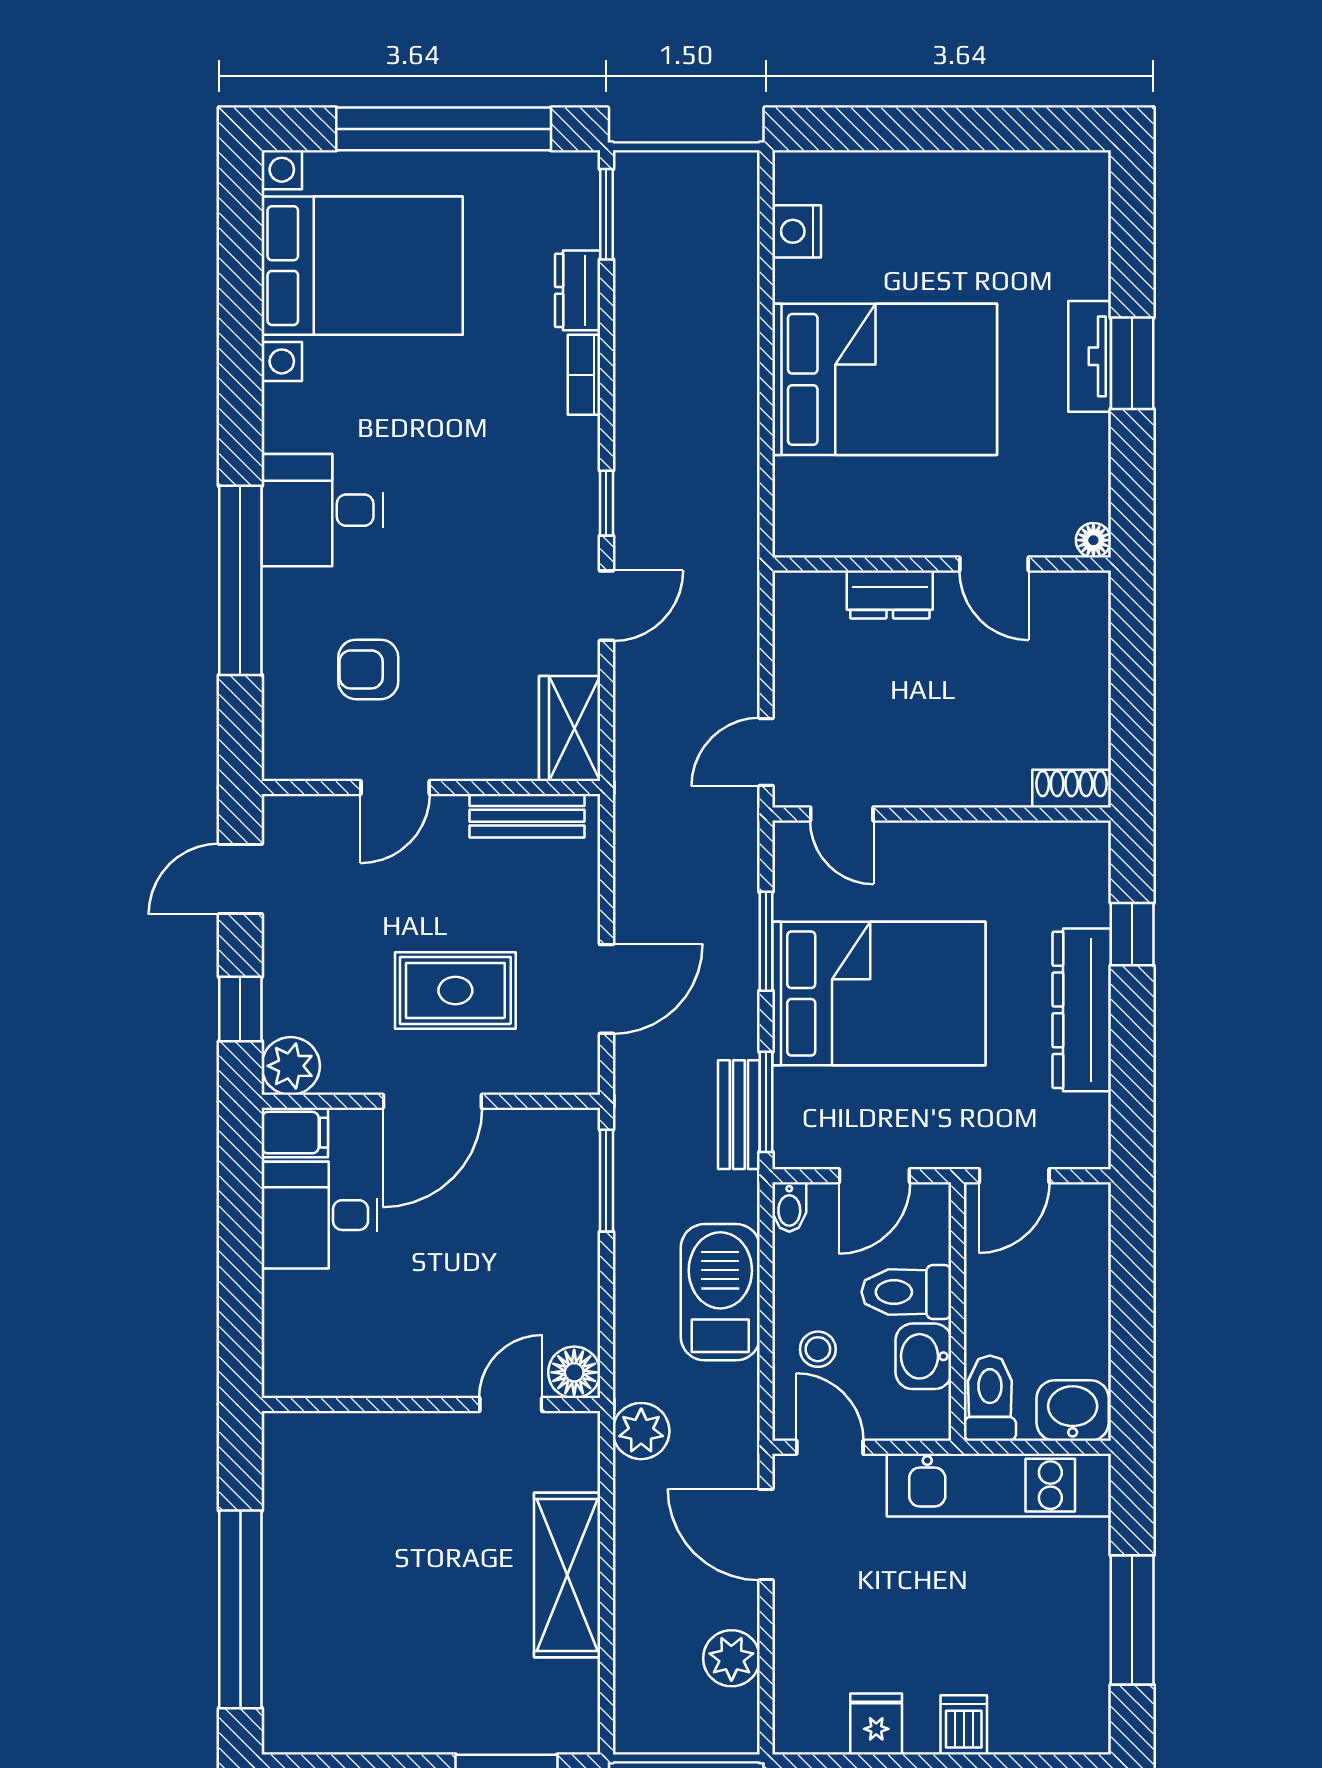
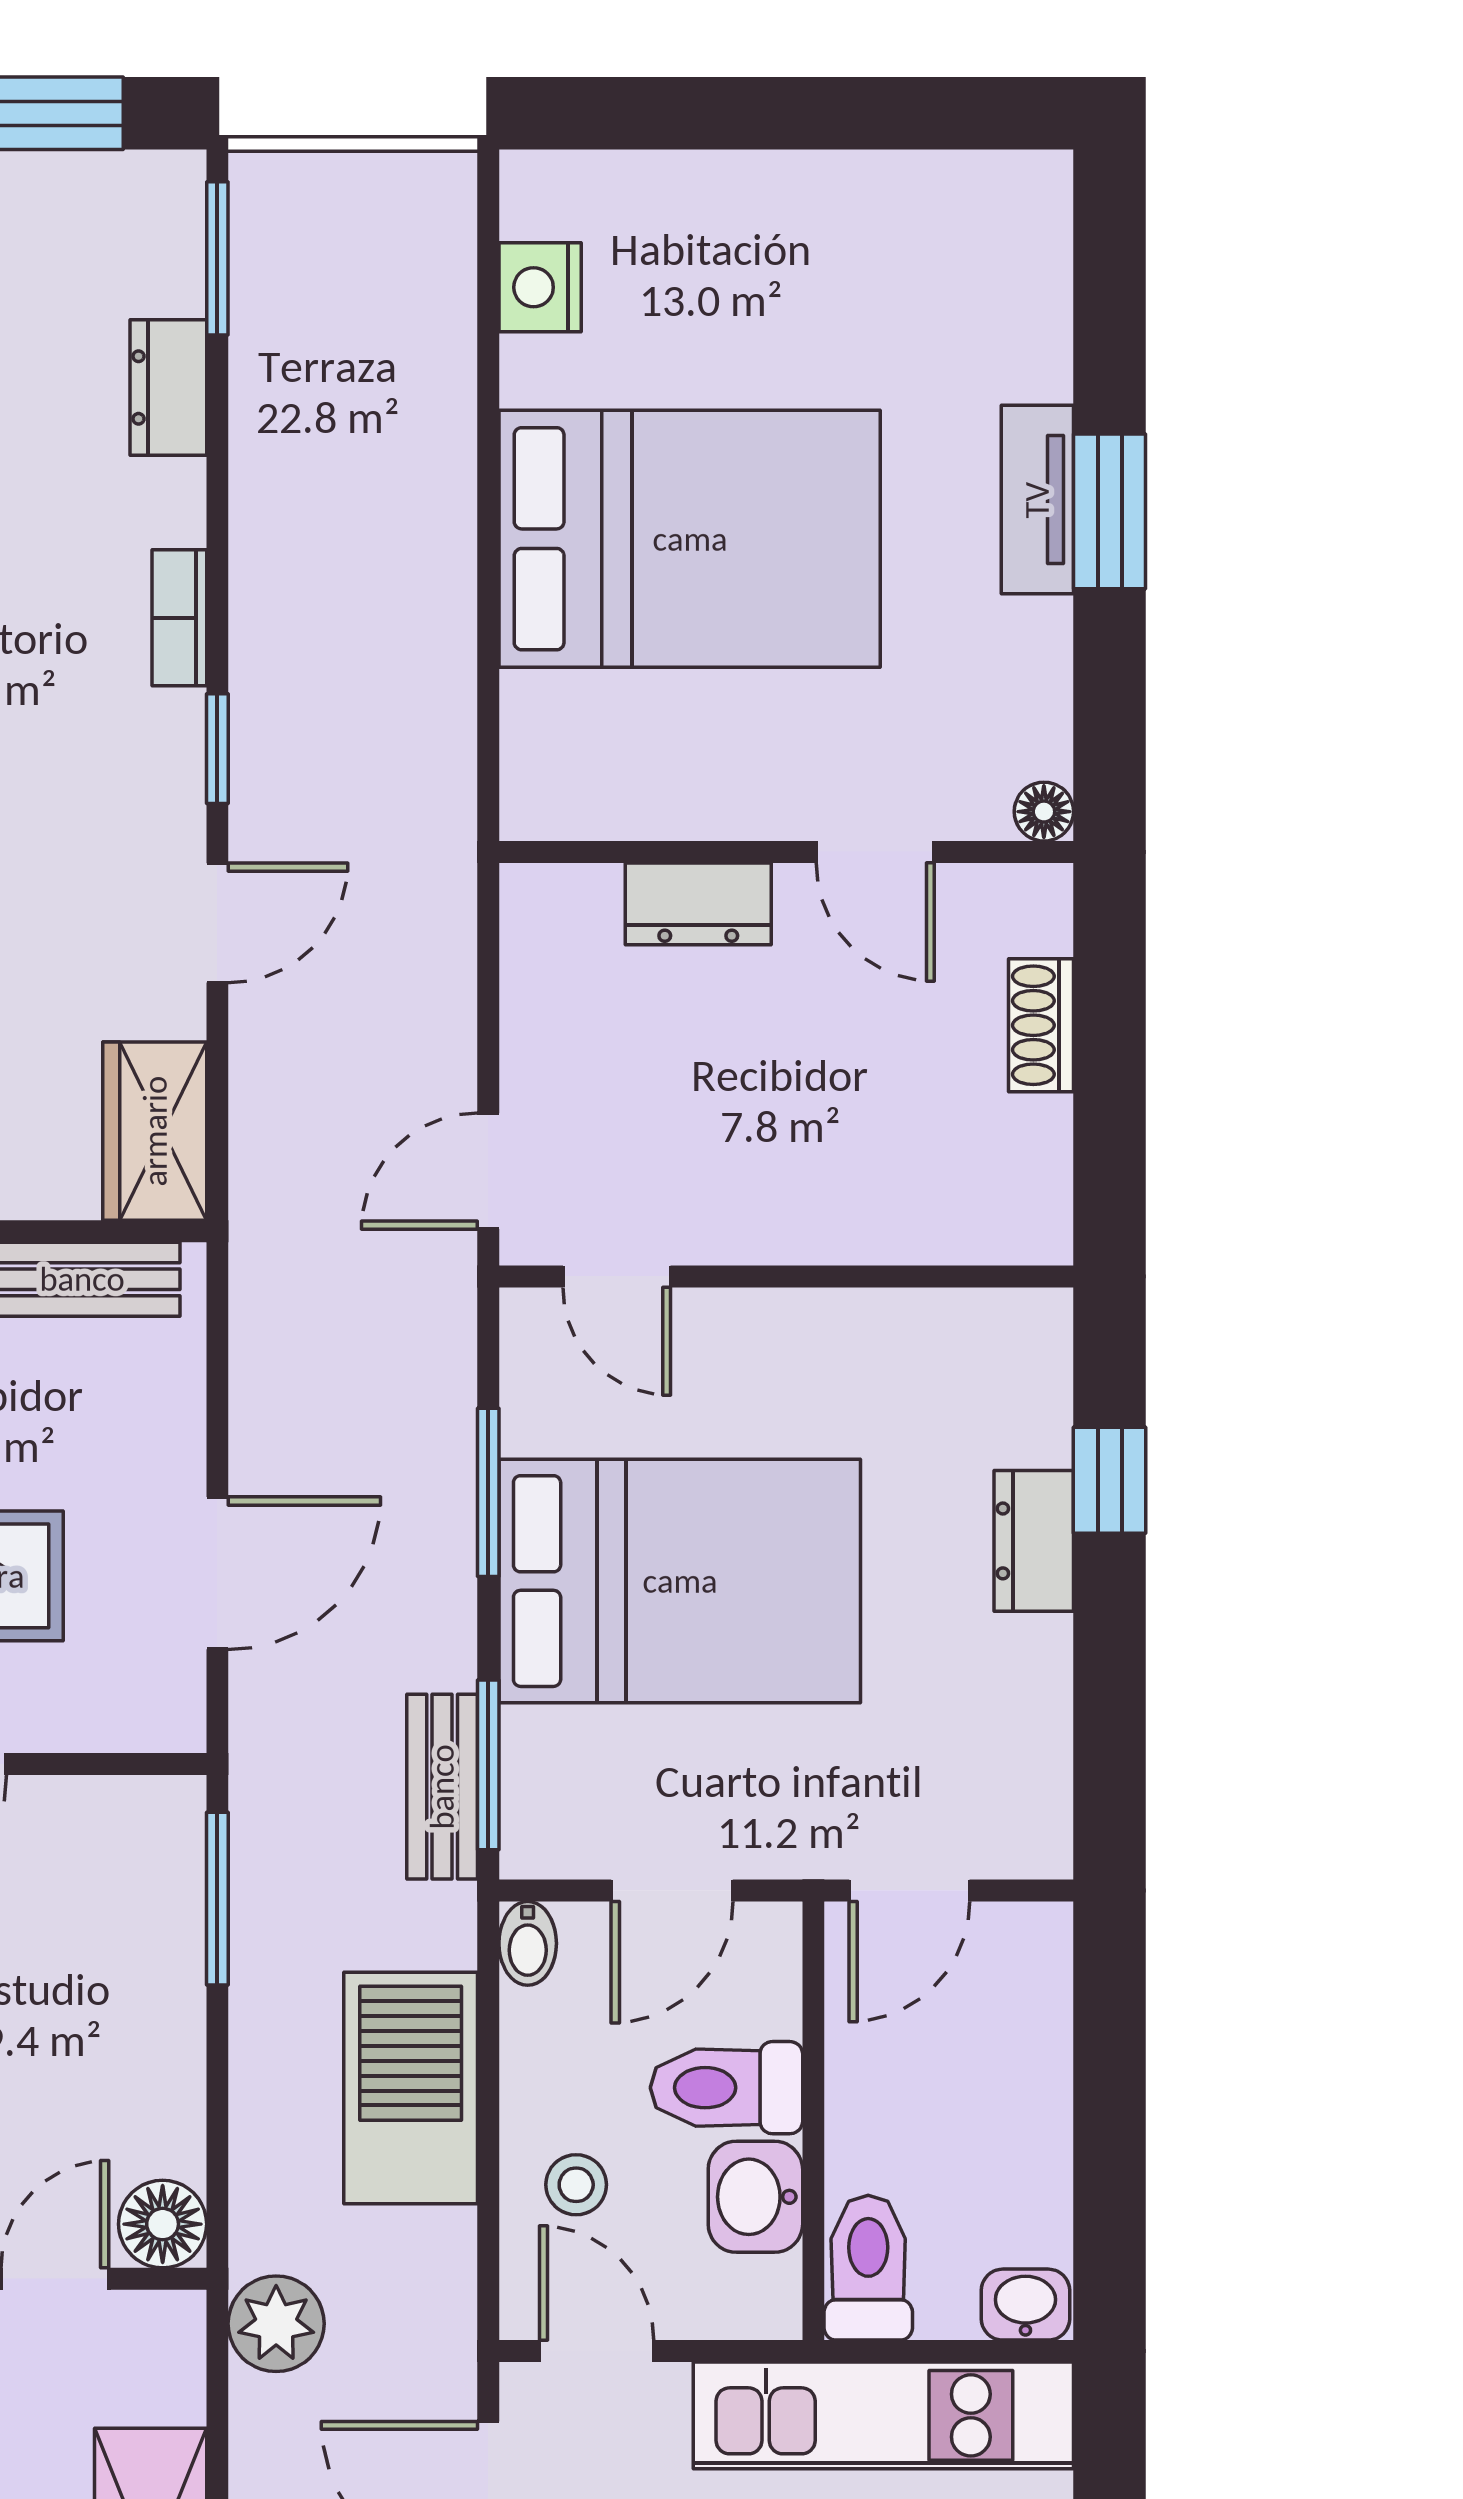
bookcase: (584, 375) -> (179, 618), moved
shoe rack: (1072, 789) -> (1041, 1025), moved, turned -90
dresser: (1082, 1010) -> (1034, 1541), width x0.51, depth x0.80
washbasin: (1073, 1410) -> (1025, 2305), width x0.72, depth x0.69

